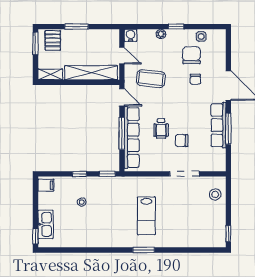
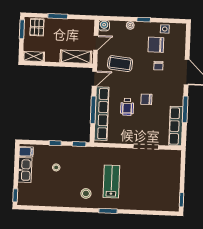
chair: (191, 55) -> (156, 45), turned -90
door: (122, 56) -> (96, 43), hinge flipped
shelving: (91, 73) -> (76, 57), width x0.68
door: (122, 97) -> (94, 79), hinge flipped
row of seats: (218, 125) -> (176, 126), moved
chair: (182, 141) -> (146, 99), moved
stool: (215, 194) -> (86, 193), moved
lab bench: (146, 216) -> (111, 181), turned 180
kitchen sink: (46, 224) -> (25, 170), moved

